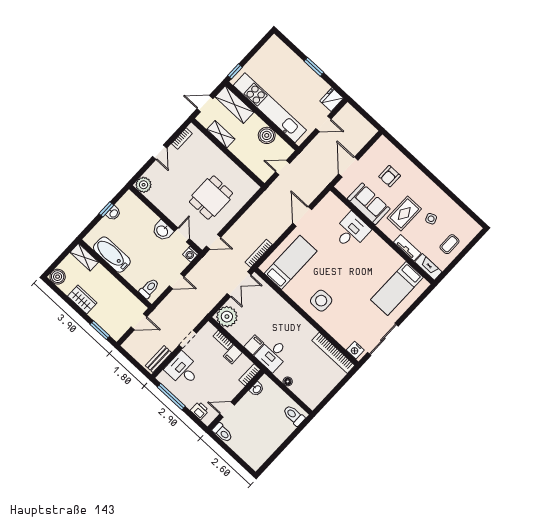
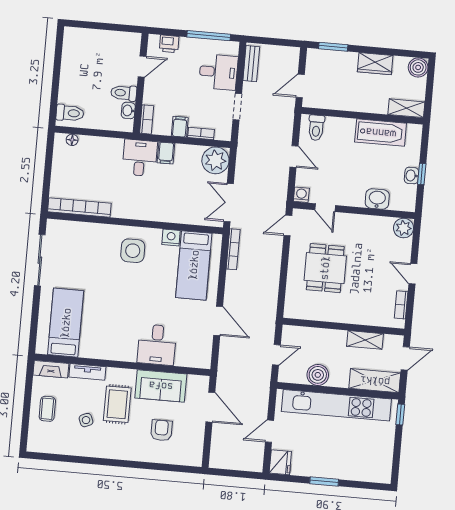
washbasin: (162, 231) -> (377, 199), moved
door: (177, 281) -> (294, 157), swing flipped
nightstand: (355, 350) -> (171, 237), moved
floor lamp: (288, 381) -> (72, 140), moved
toilet: (223, 433) -> (124, 93), moved

